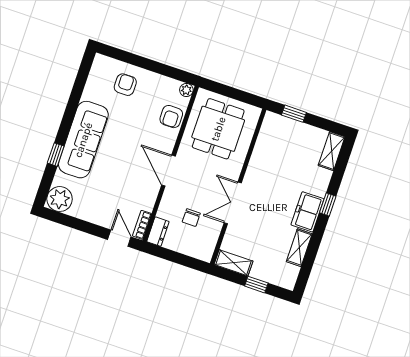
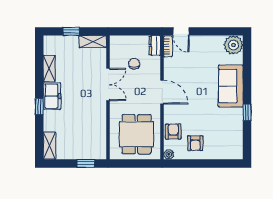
armchair: (125, 85) -> (195, 143), moved
sofa: (83, 140) -> (231, 86), width x0.73
window: (56, 155) -> (247, 112), moved

